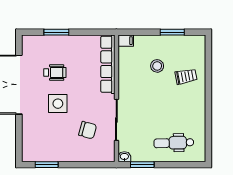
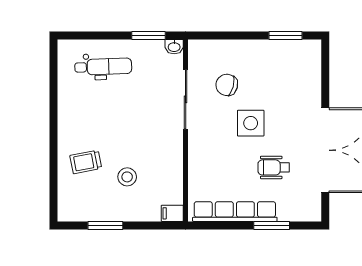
row of seats: (108, 64) -> (235, 212), moved, turned -90
side table: (58, 104) -> (251, 123), moved

